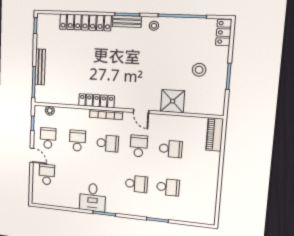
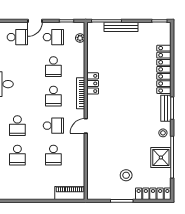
locker: (224, 32) -> (153, 194), width x1.53
locker: (96, 101) -> (93, 83), width x0.66
shower: (173, 101) -> (161, 158), moved
school desk: (77, 141) -> (53, 67), turned 90

